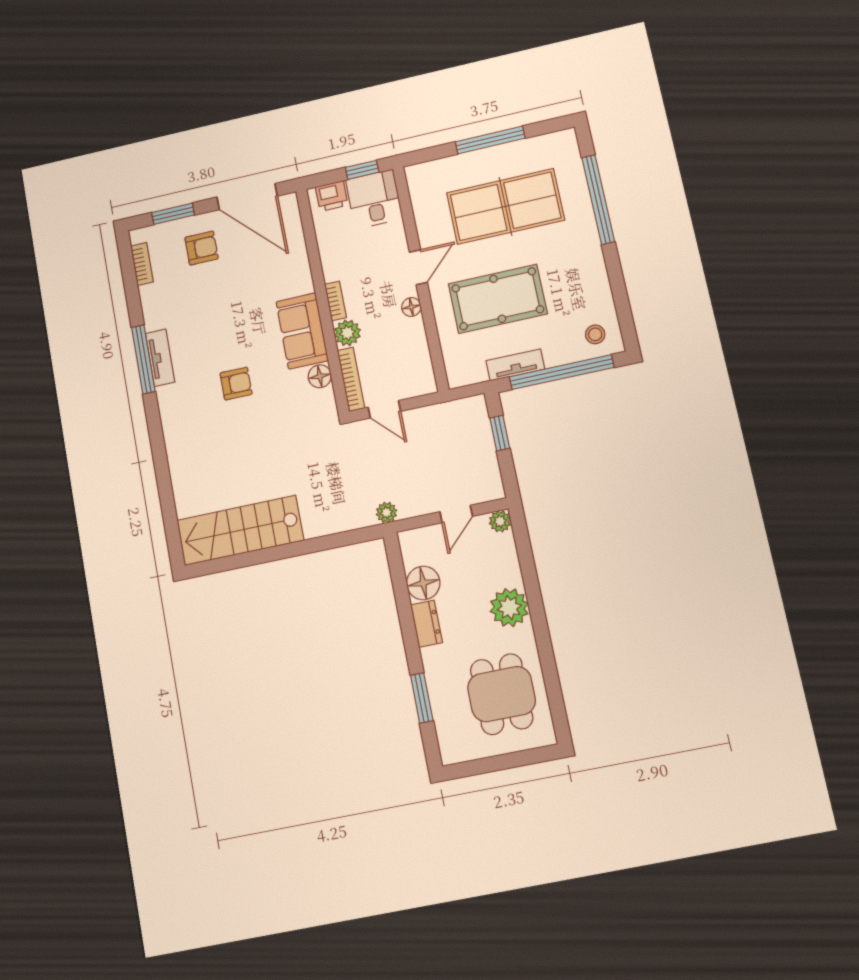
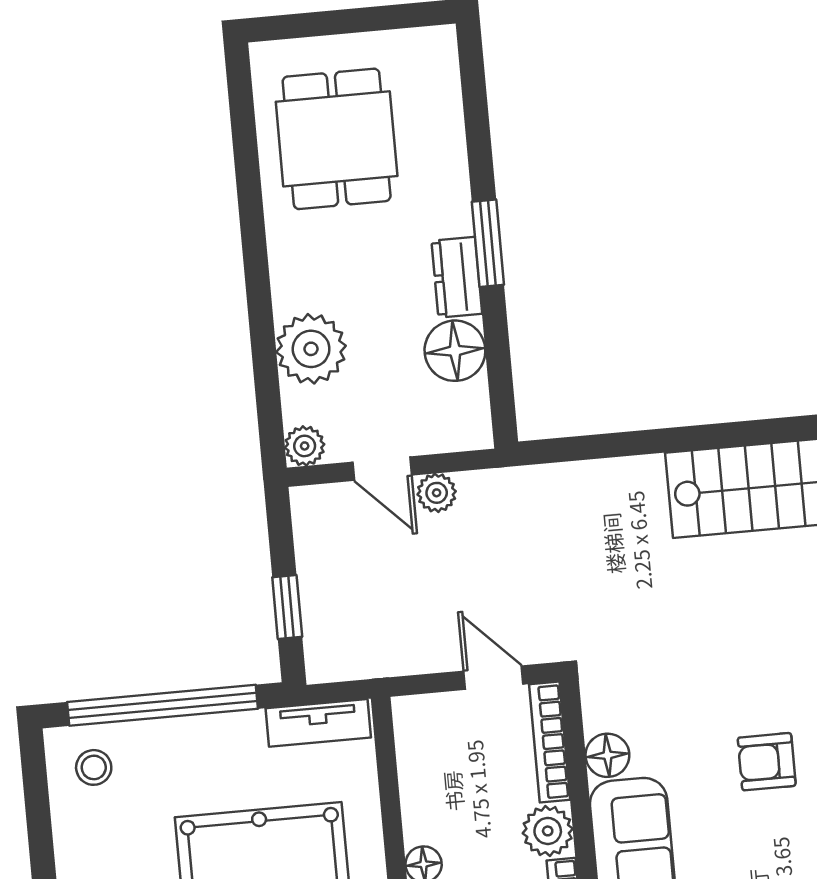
tv unit: (515, 365) -> (318, 723), moved
plant: (386, 512) -> (437, 493), moved
door: (456, 514) -> (382, 469), swing flipped
plant: (509, 608) -> (311, 349), moved
window: (422, 698) -> (488, 243), moved

